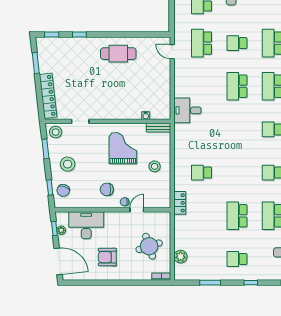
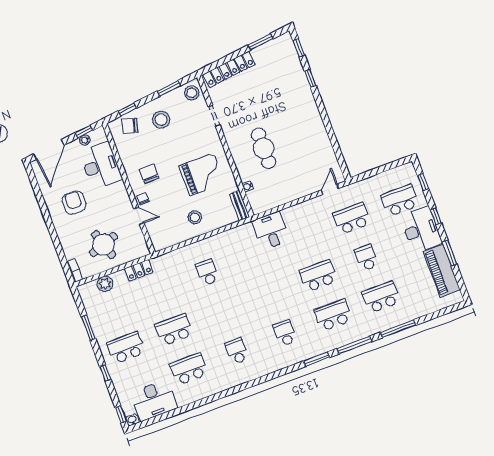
cafe table: (118, 54) -> (264, 148), moved
locker: (180, 203) -> (139, 270), moved
school desk: (237, 259) -> (126, 348), width x1.85

